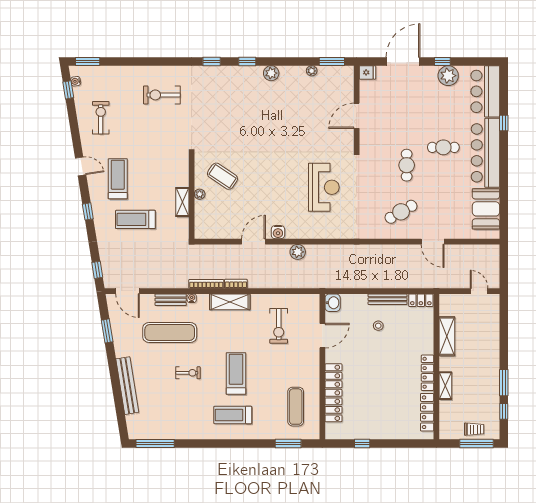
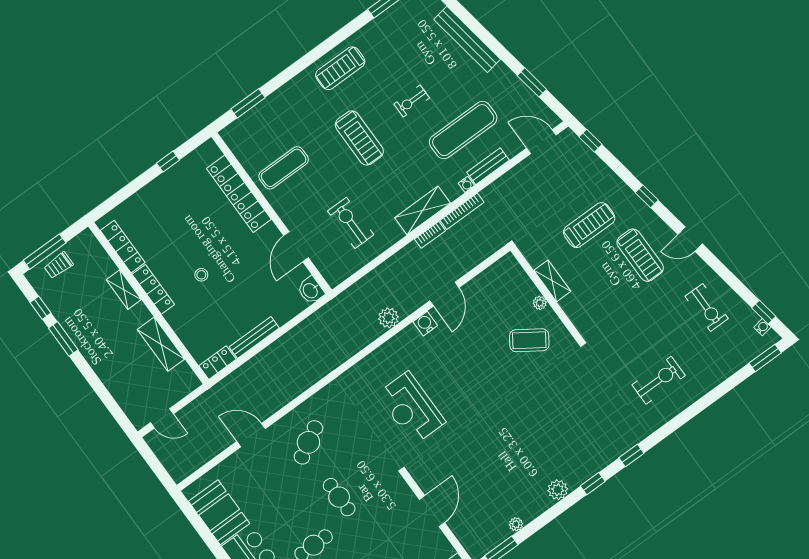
stool: (378, 326) -> (201, 275), moved
exercise mat: (296, 407) -> (284, 168), moved, turned 90
treadmill: (233, 415) -> (340, 68), moved, turned 180

